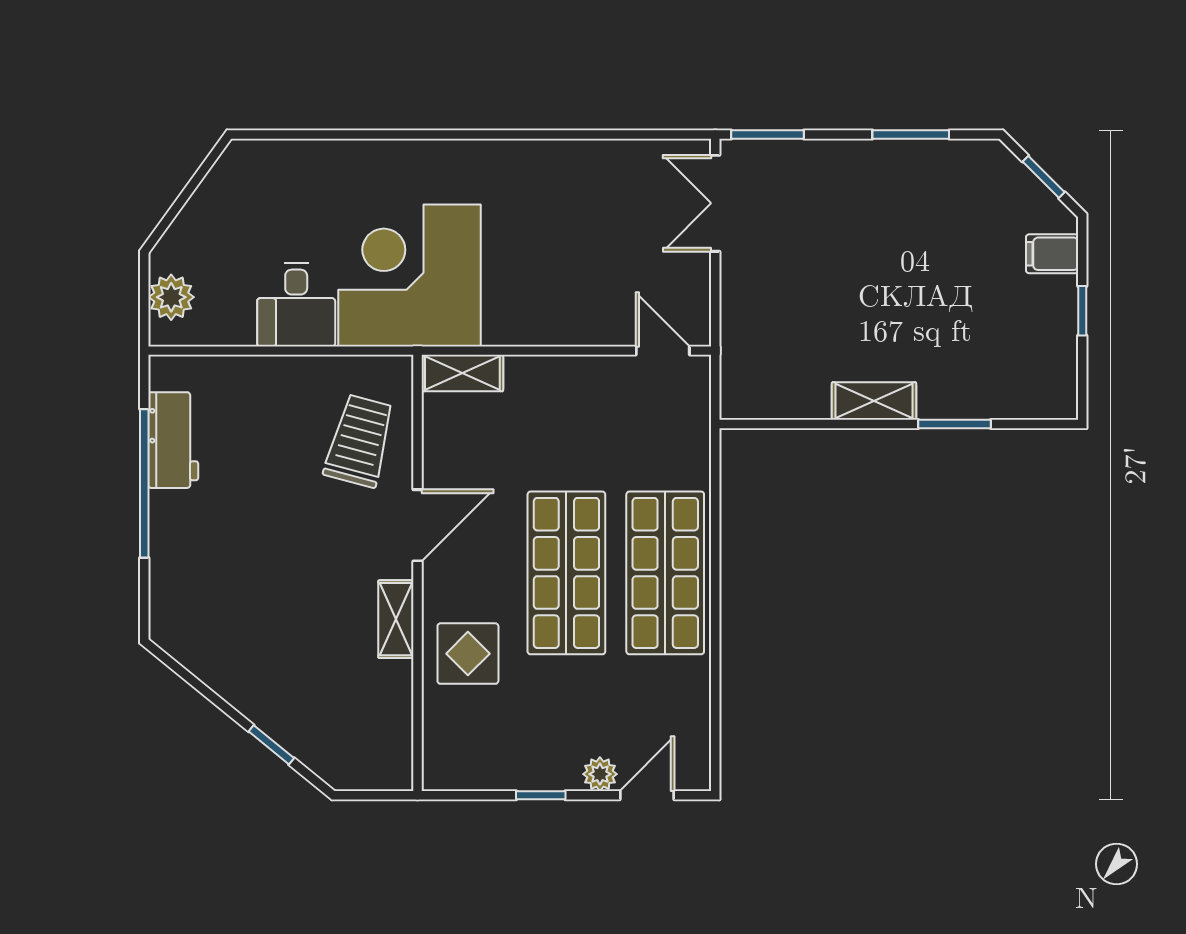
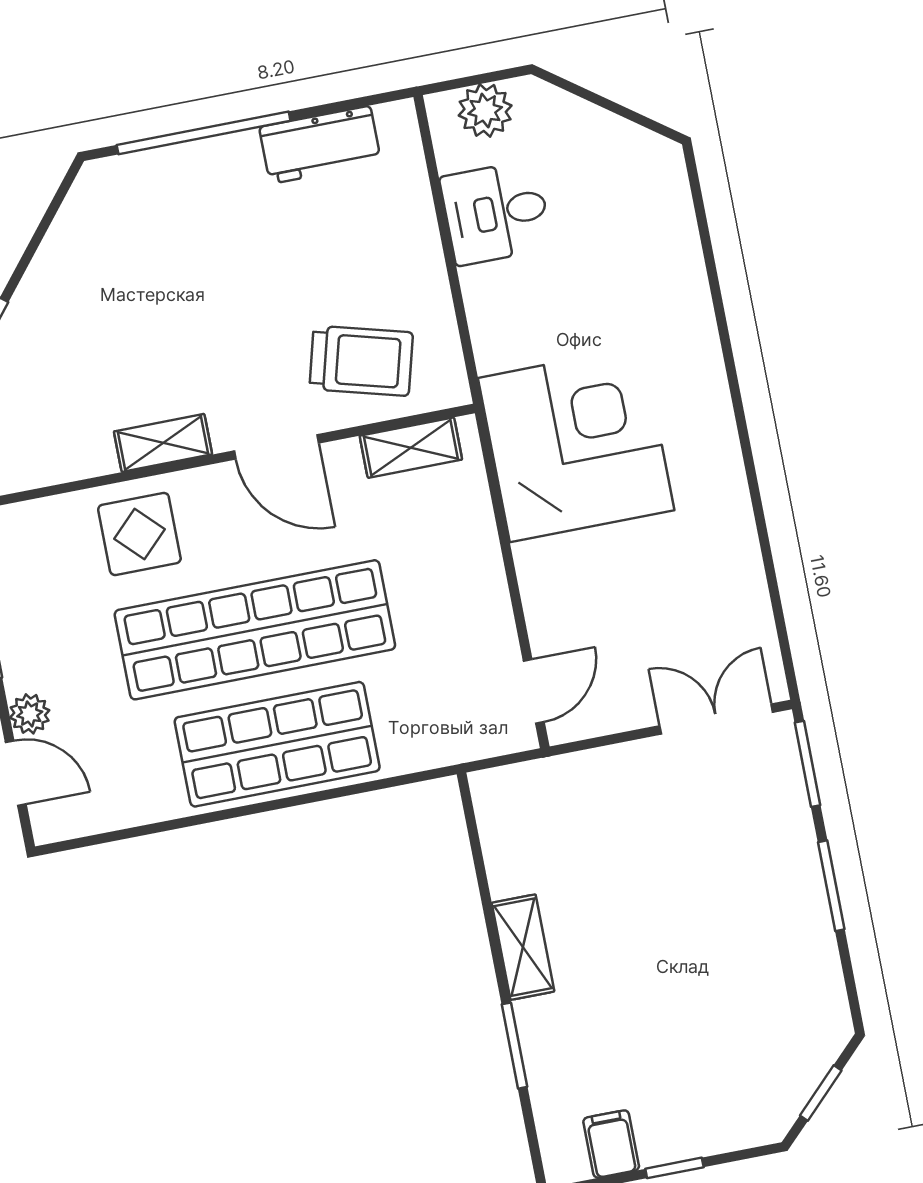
window: (911, 134) -> (831, 886), moved
filing cabinet: (1052, 254) -> (611, 1144), moved
corner desk: (409, 275) -> (576, 444), moved
desk: (296, 305) -> (496, 213), moved
shelving: (462, 373) -> (411, 448), moved, turned 90
window: (144, 483) -> (204, 133), moved
shop shelf: (566, 573) -> (255, 630), width x1.40

